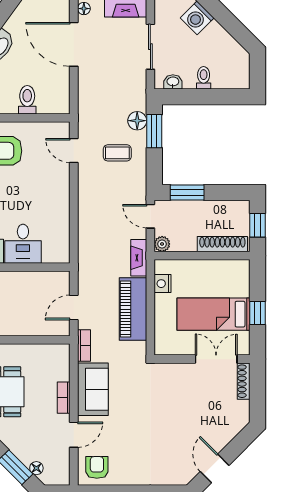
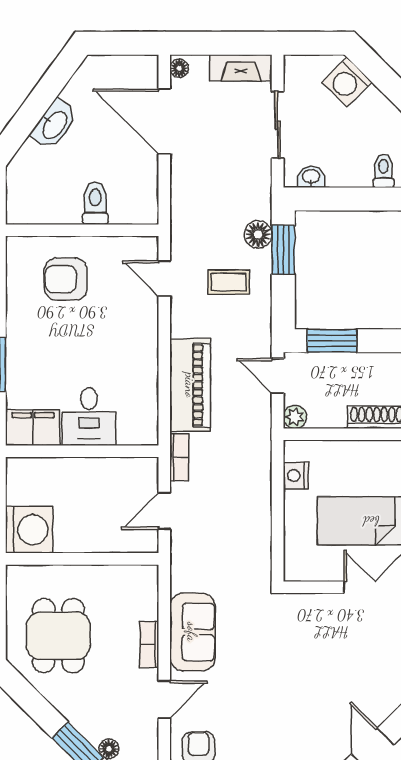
toilet: (204, 78) -> (383, 171), moved
fireplace: (139, 258) -> (260, 437), removed
piano: (133, 309) -> (190, 385), moved, turned 180
bookcase: (84, 345) -> (179, 457), moved

